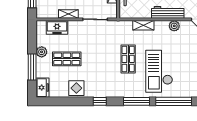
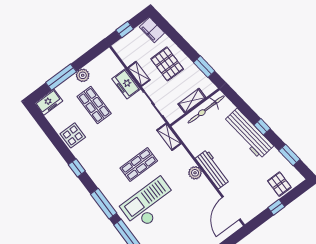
shelving: (143, 25) -> (169, 137), moved
plant: (174, 26) -> (195, 173), moved
freezer: (57, 27) -> (126, 84), moved

